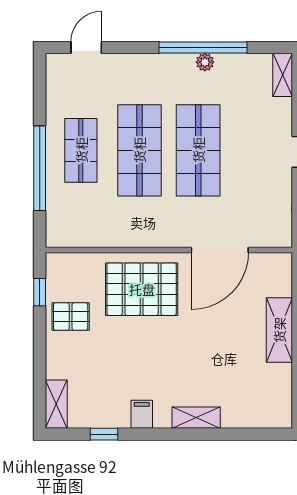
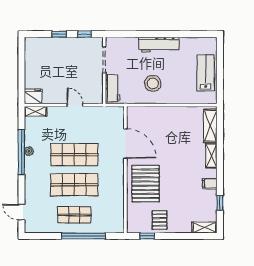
shelving: (279, 330) -> (210, 126), moved, turned 90

